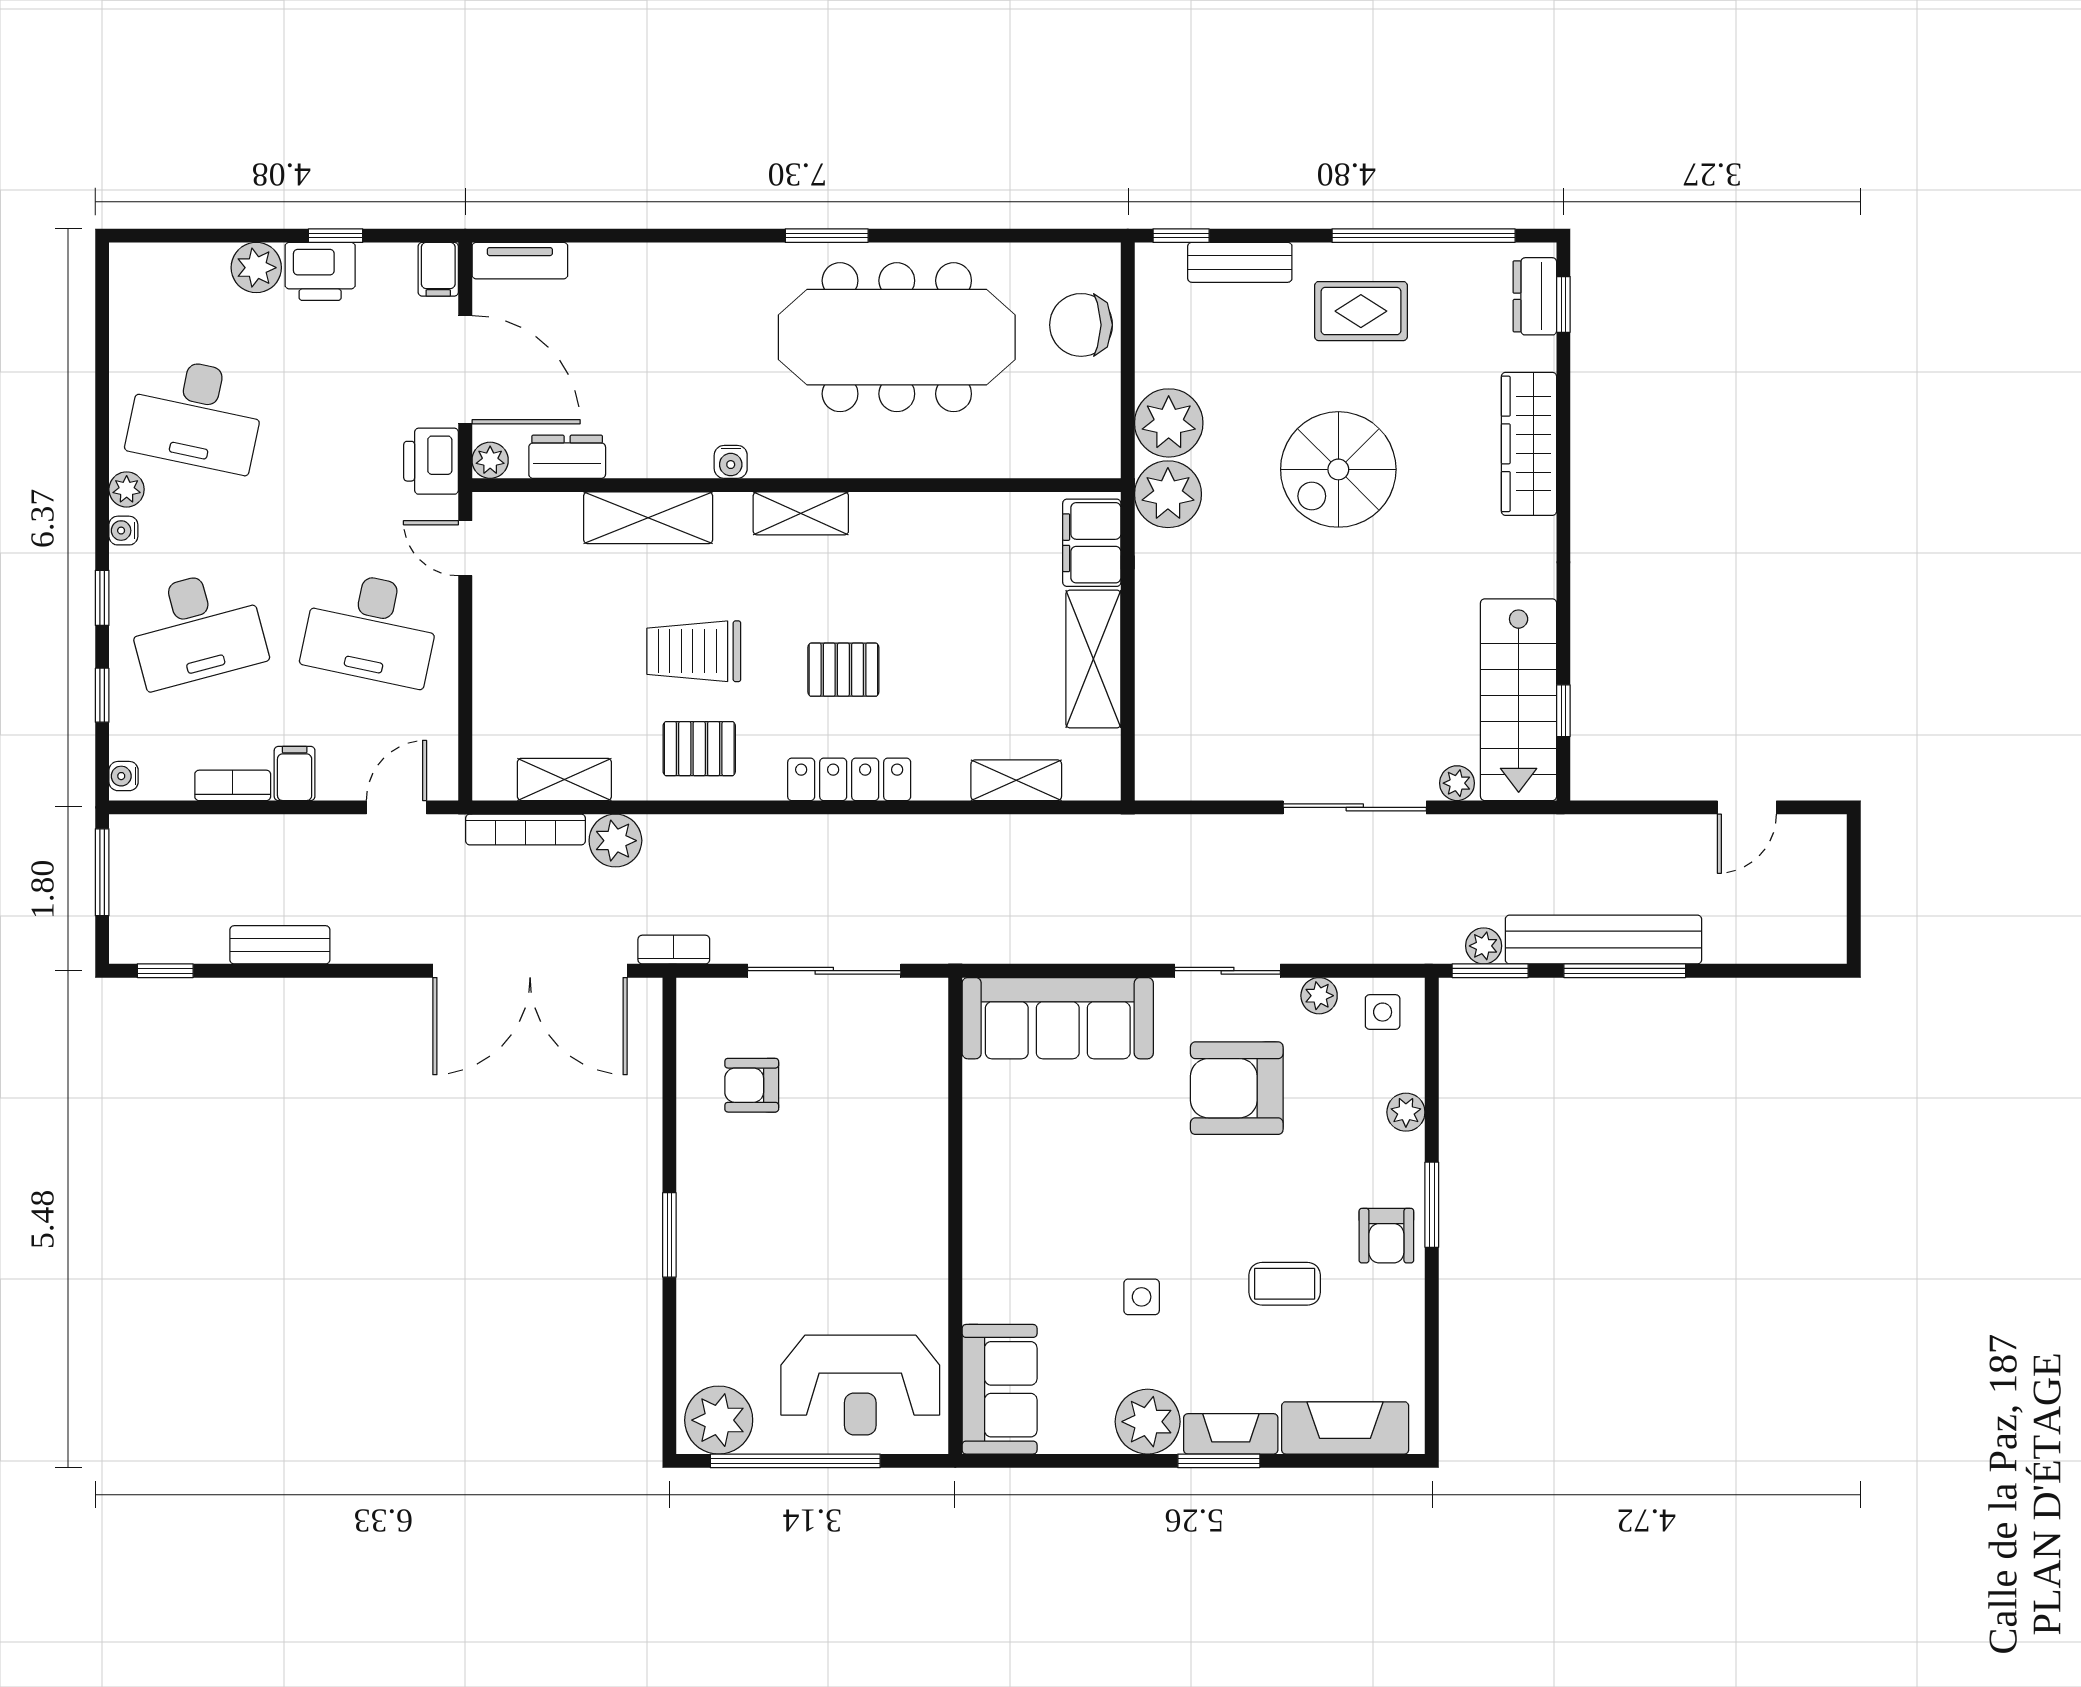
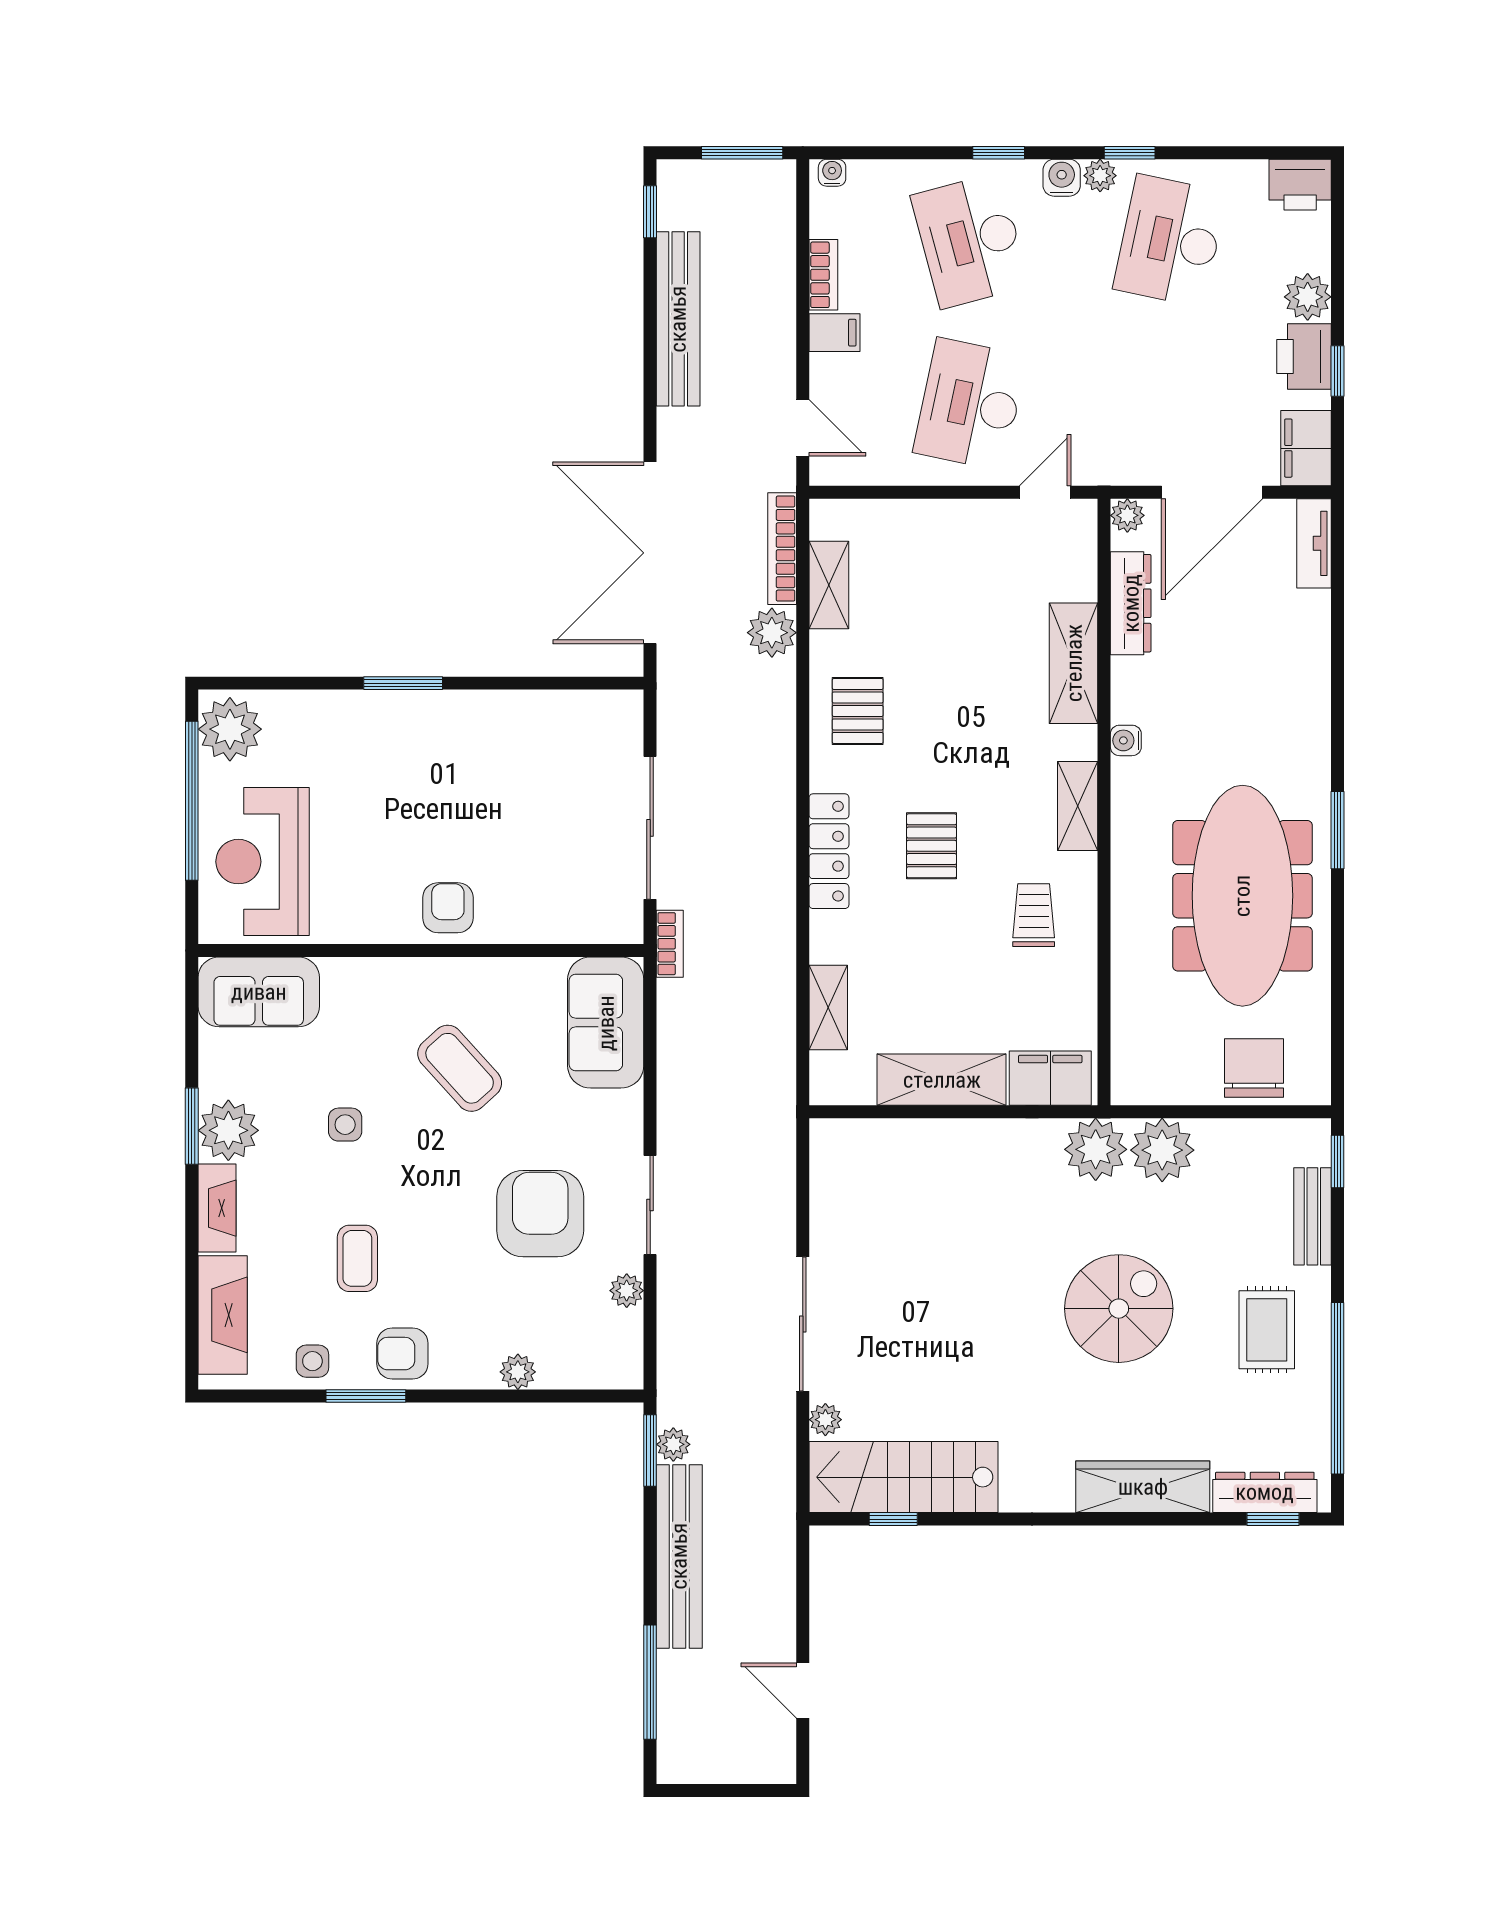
filing cabinet: (438, 269) -> (1306, 448), width x2.00
dresser: (1535, 296) -> (1265, 1492), width x1.44
dresser: (567, 457) -> (1131, 603), width x1.44
printer: (431, 461) -> (1300, 185), moved, turned 180
spiral stairs: (1338, 469) -> (1119, 1309), turned 90
water cooler: (123, 531) -> (1062, 178), width x1.38, depth x1.38
trolley: (694, 651) -> (1034, 915), moved, width x0.73, depth x0.72
window: (102, 695) -> (1130, 153), moved
bench: (280, 945) -> (678, 319), width x1.86, depth x1.21
bookcase: (674, 950) -> (670, 944), moved
window: (1625, 971) -> (650, 1682), moved
side table: (1383, 1012) -> (312, 1361), moved
sofa: (1058, 1018) -> (606, 1023), width x0.73
armchair: (752, 1085) -> (448, 908), moved
coffee table: (1081, 1174) -> (460, 1068), added
window: (1432, 1205) -> (366, 1396), moved
window: (1219, 1461) -> (192, 1126), moved

